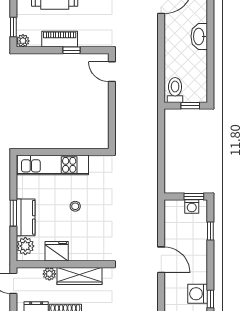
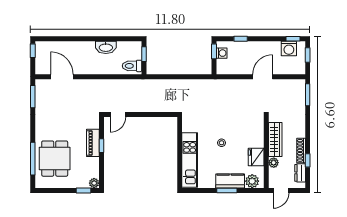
washbasin: (199, 36) -> (106, 47), moved
piano: (60, 39) -> (93, 143), moved

